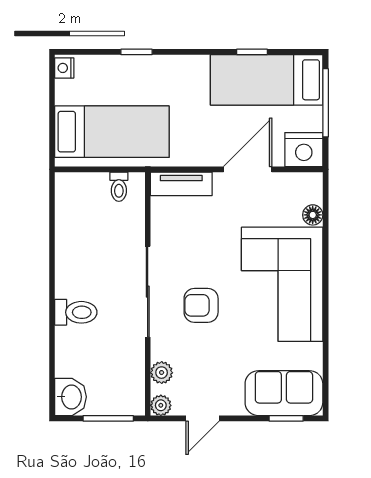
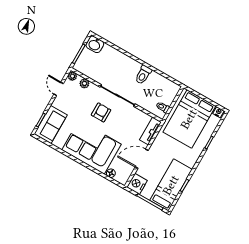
bed: (112, 132) -> (189, 119), width x1.50
door: (248, 169) -> (142, 159), swing flipped
toilet: (76, 312) -> (143, 75), moved

